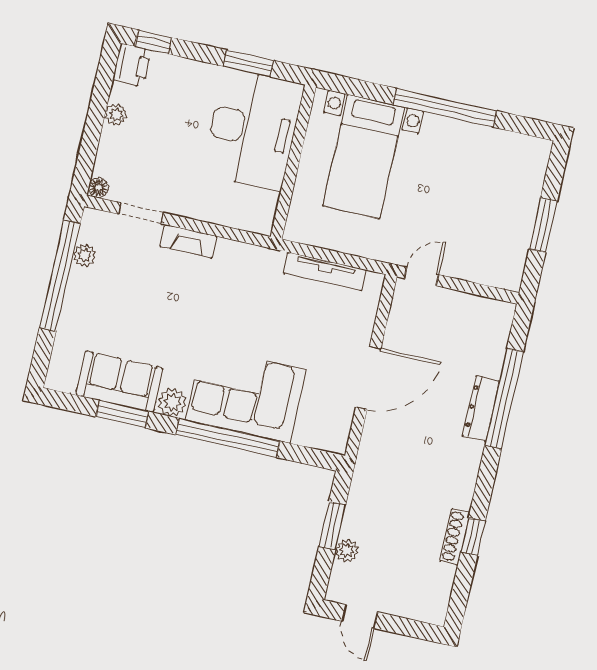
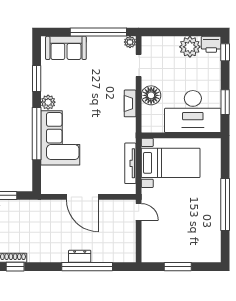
plant: (116, 115) -> (190, 47), width x1.88, depth x1.88
bed with nightstands: (364, 157) -> (171, 163), moved, turned 180
floor lamp: (98, 188) -> (151, 95), moved, width x1.89, depth x1.89
fireplace: (188, 241) -> (130, 103), moved
plant: (85, 255) -> (130, 42), moved
sofa: (120, 382) -> (66, 48), moved, turned 90
dresser: (481, 408) -> (80, 256), width x0.70

